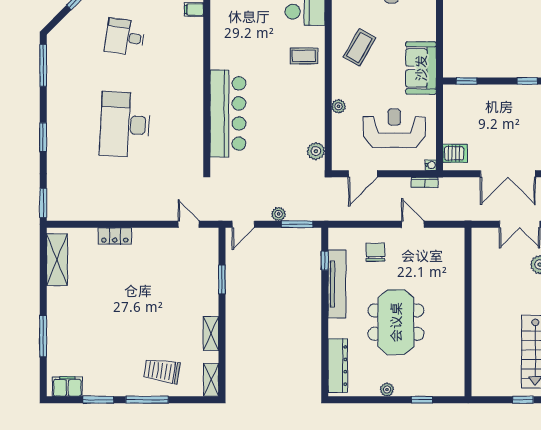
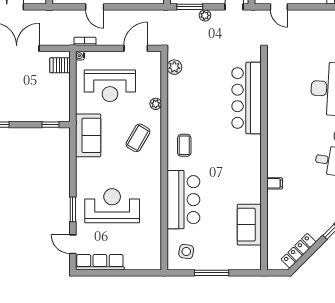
coffee table: (359, 47) -> (138, 138), moved
coffee table: (304, 56) -> (184, 145), turned 90

